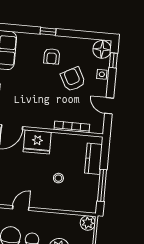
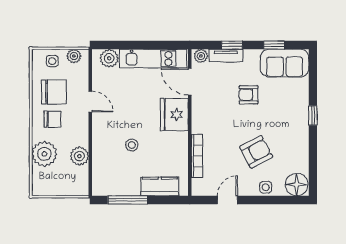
armchair: (52, 56) -> (249, 95), moved
window: (113, 60) -> (284, 200), removed
plant: (88, 223) -> (79, 156), moved

